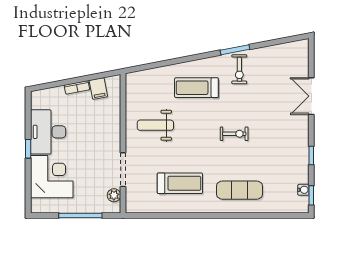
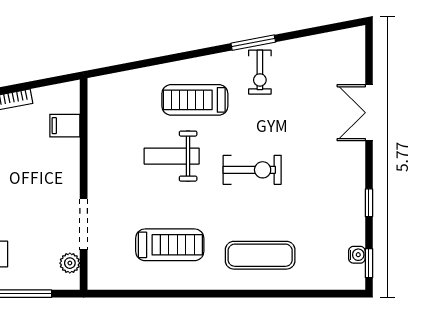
filing cabinet: (98, 89) -> (65, 126), moved, turned 101
weight bench: (155, 125) -> (172, 156), moved
exercise bike: (234, 134) -> (252, 170), width x1.38, depth x1.39

